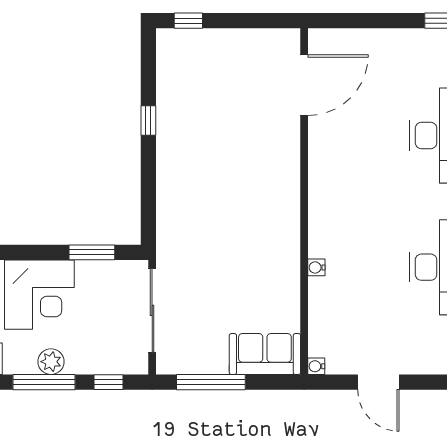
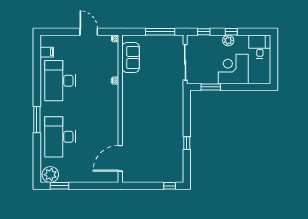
sofa: (265, 354) -> (131, 58), moved, turned -90
window: (44, 382) -> (231, 32), width x0.46

